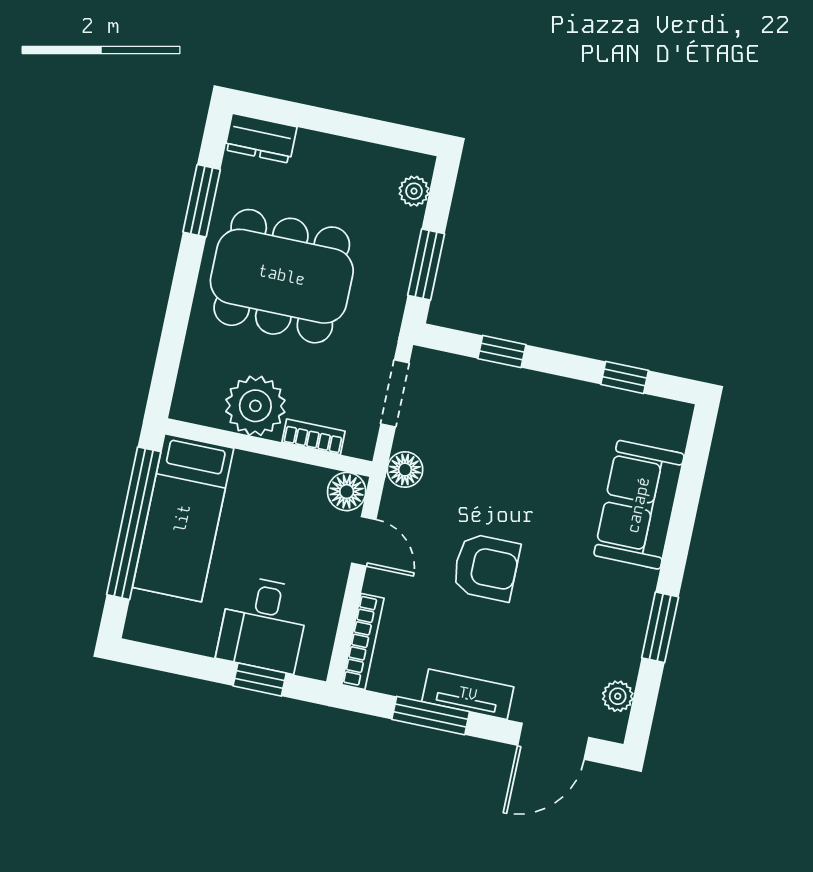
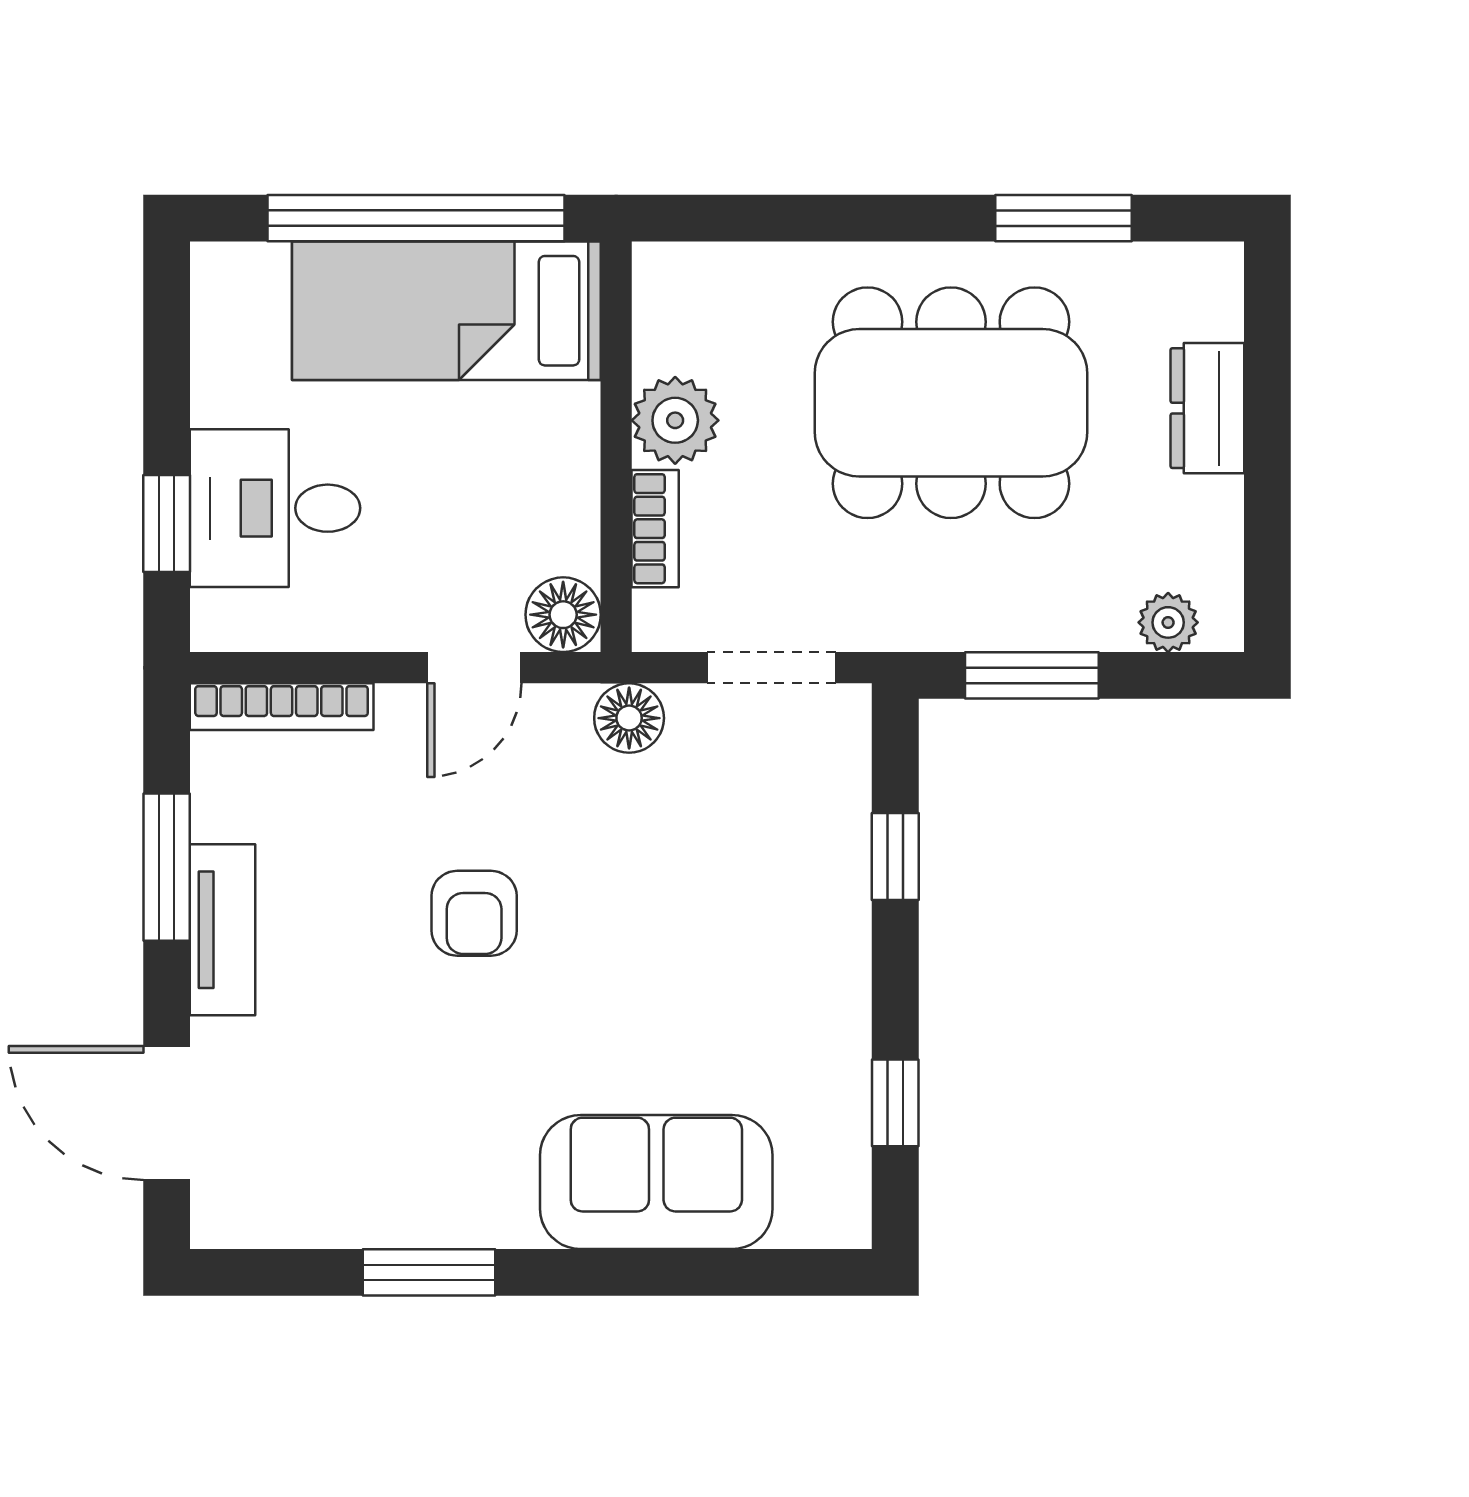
dresser: (261, 138) -> (1207, 408), moved
dining table: (282, 276) -> (951, 403), turned 90
plant: (255, 406) -> (675, 420), width x0.73, depth x0.73
armchair: (486, 567) -> (474, 913), width x0.72, depth x0.72
plant: (618, 696) -> (279, 1219), removed

